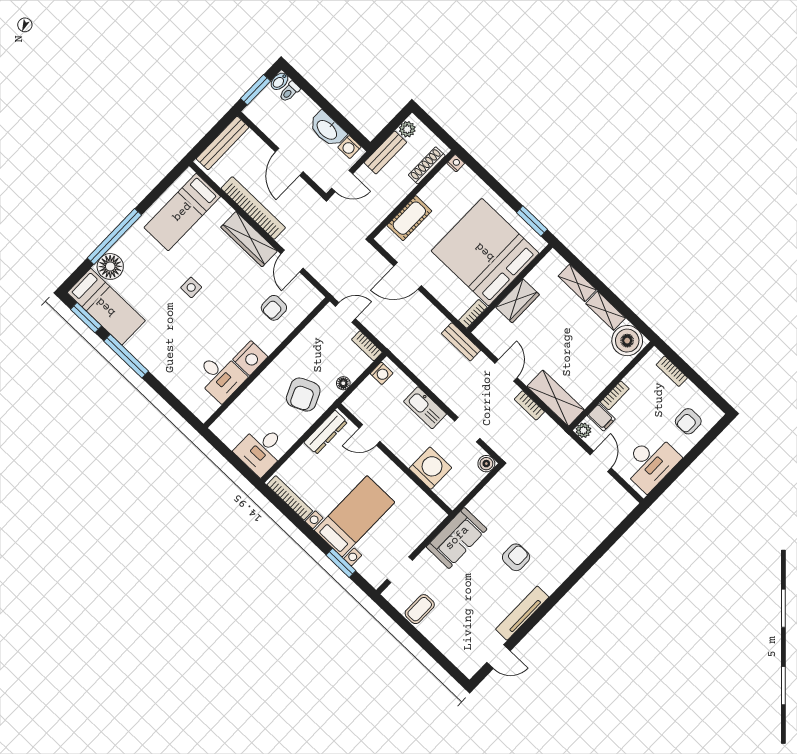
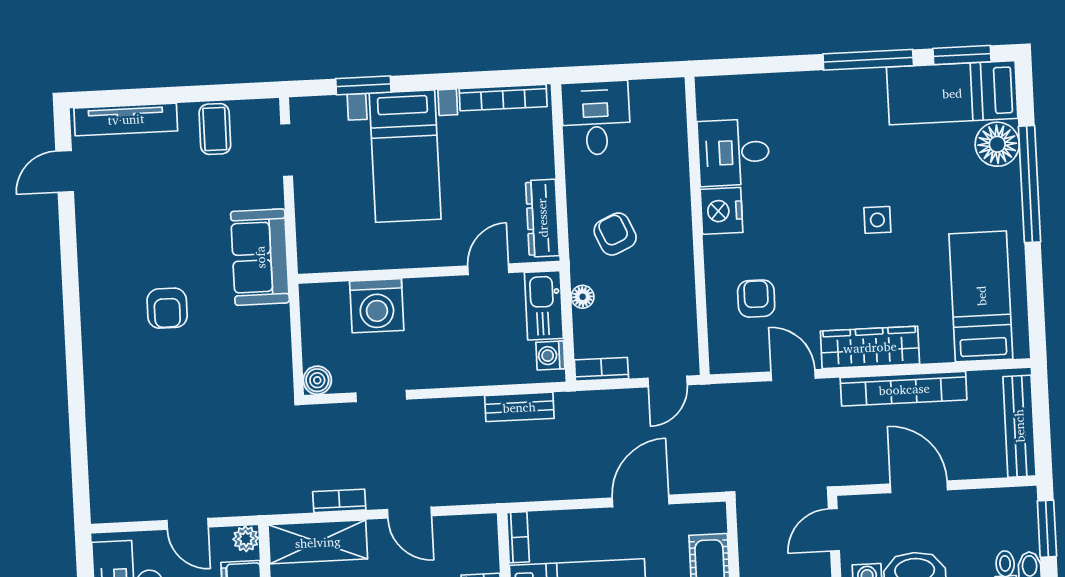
bench: (461, 342) -> (519, 407), moved
armchair: (303, 395) -> (615, 234), width x0.72, depth x0.72
kitchen sink: (425, 408) -> (544, 305), moved, turned -90
tv unit: (522, 613) -> (126, 119), moved, turned 90

